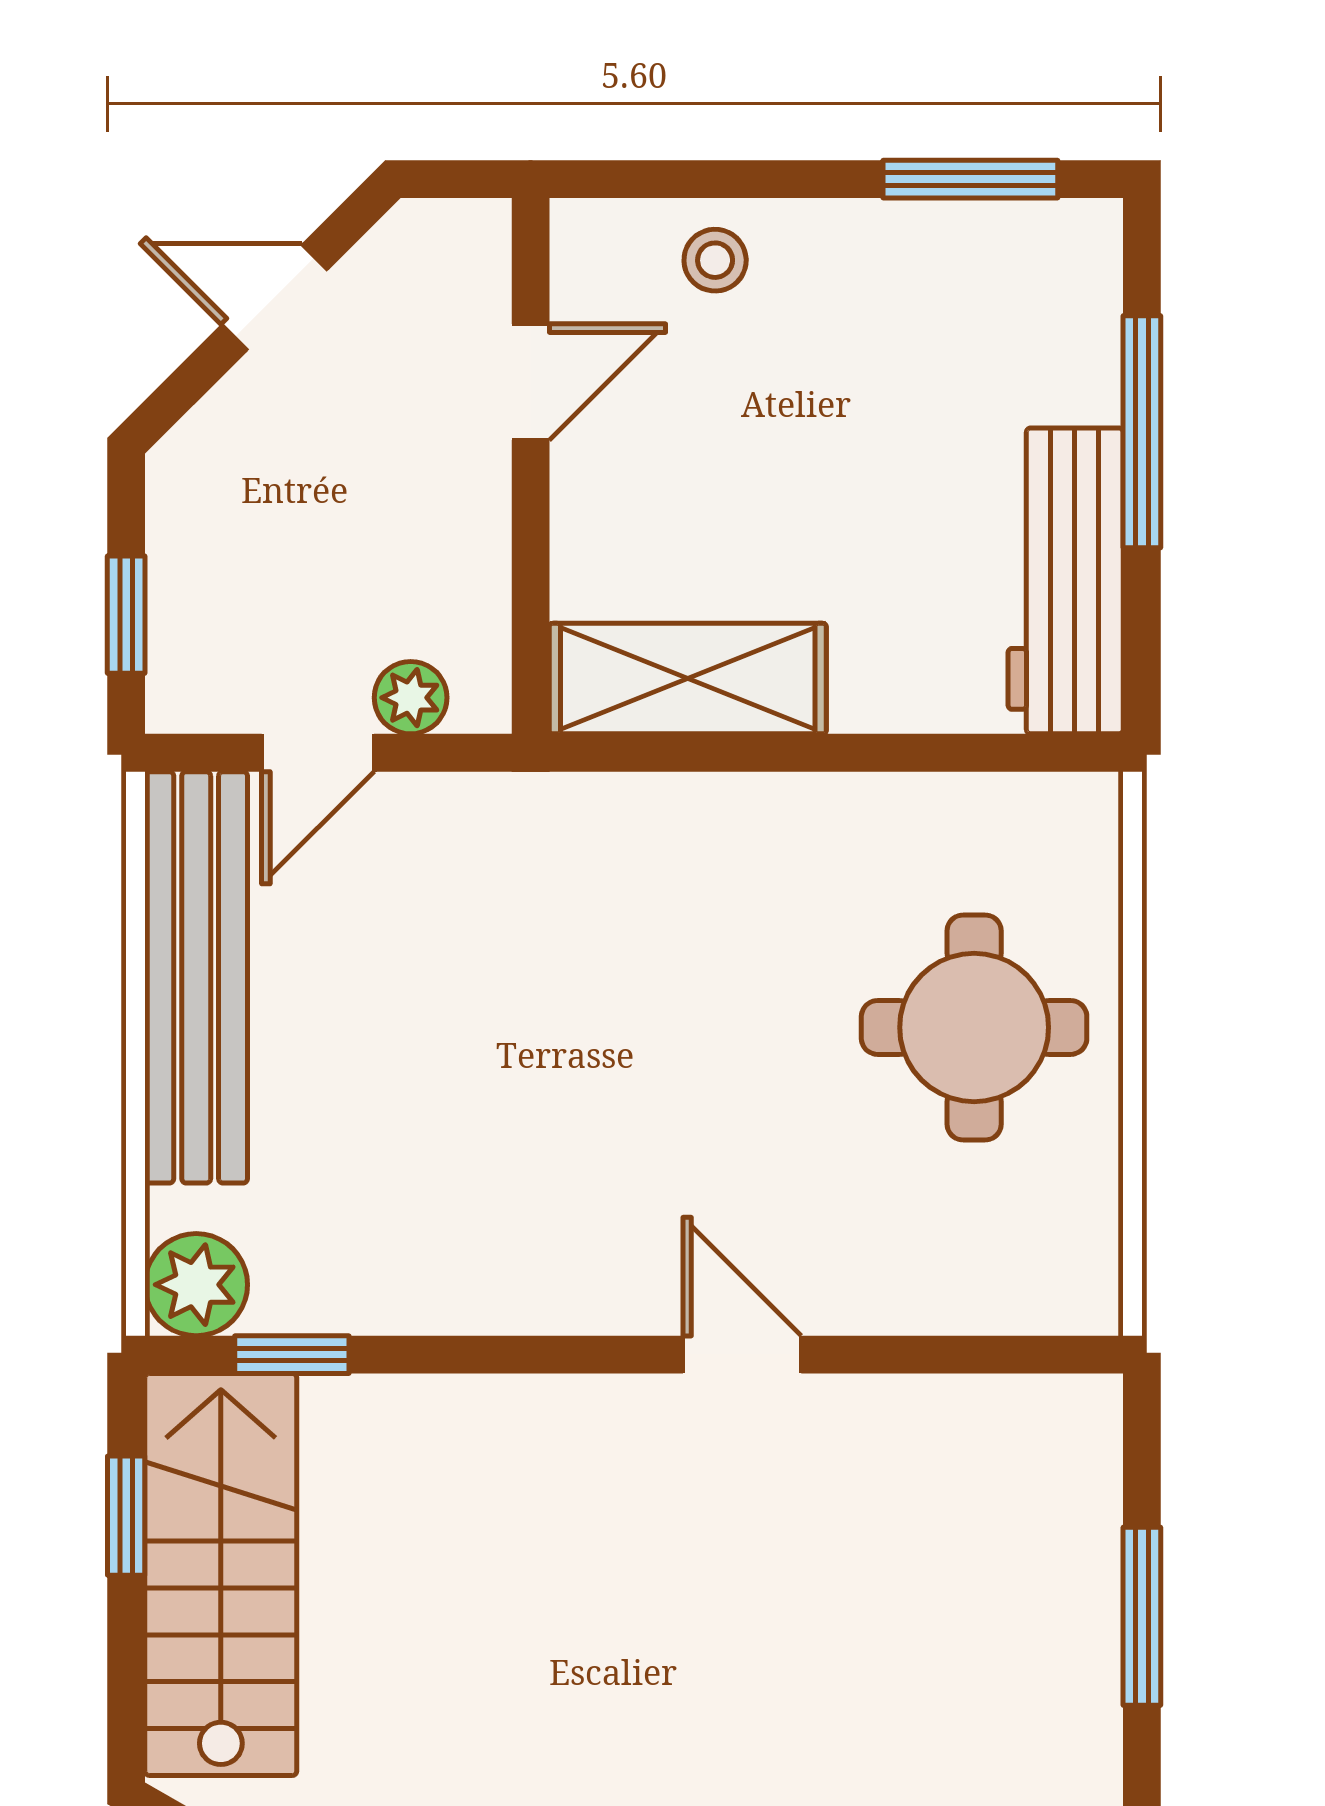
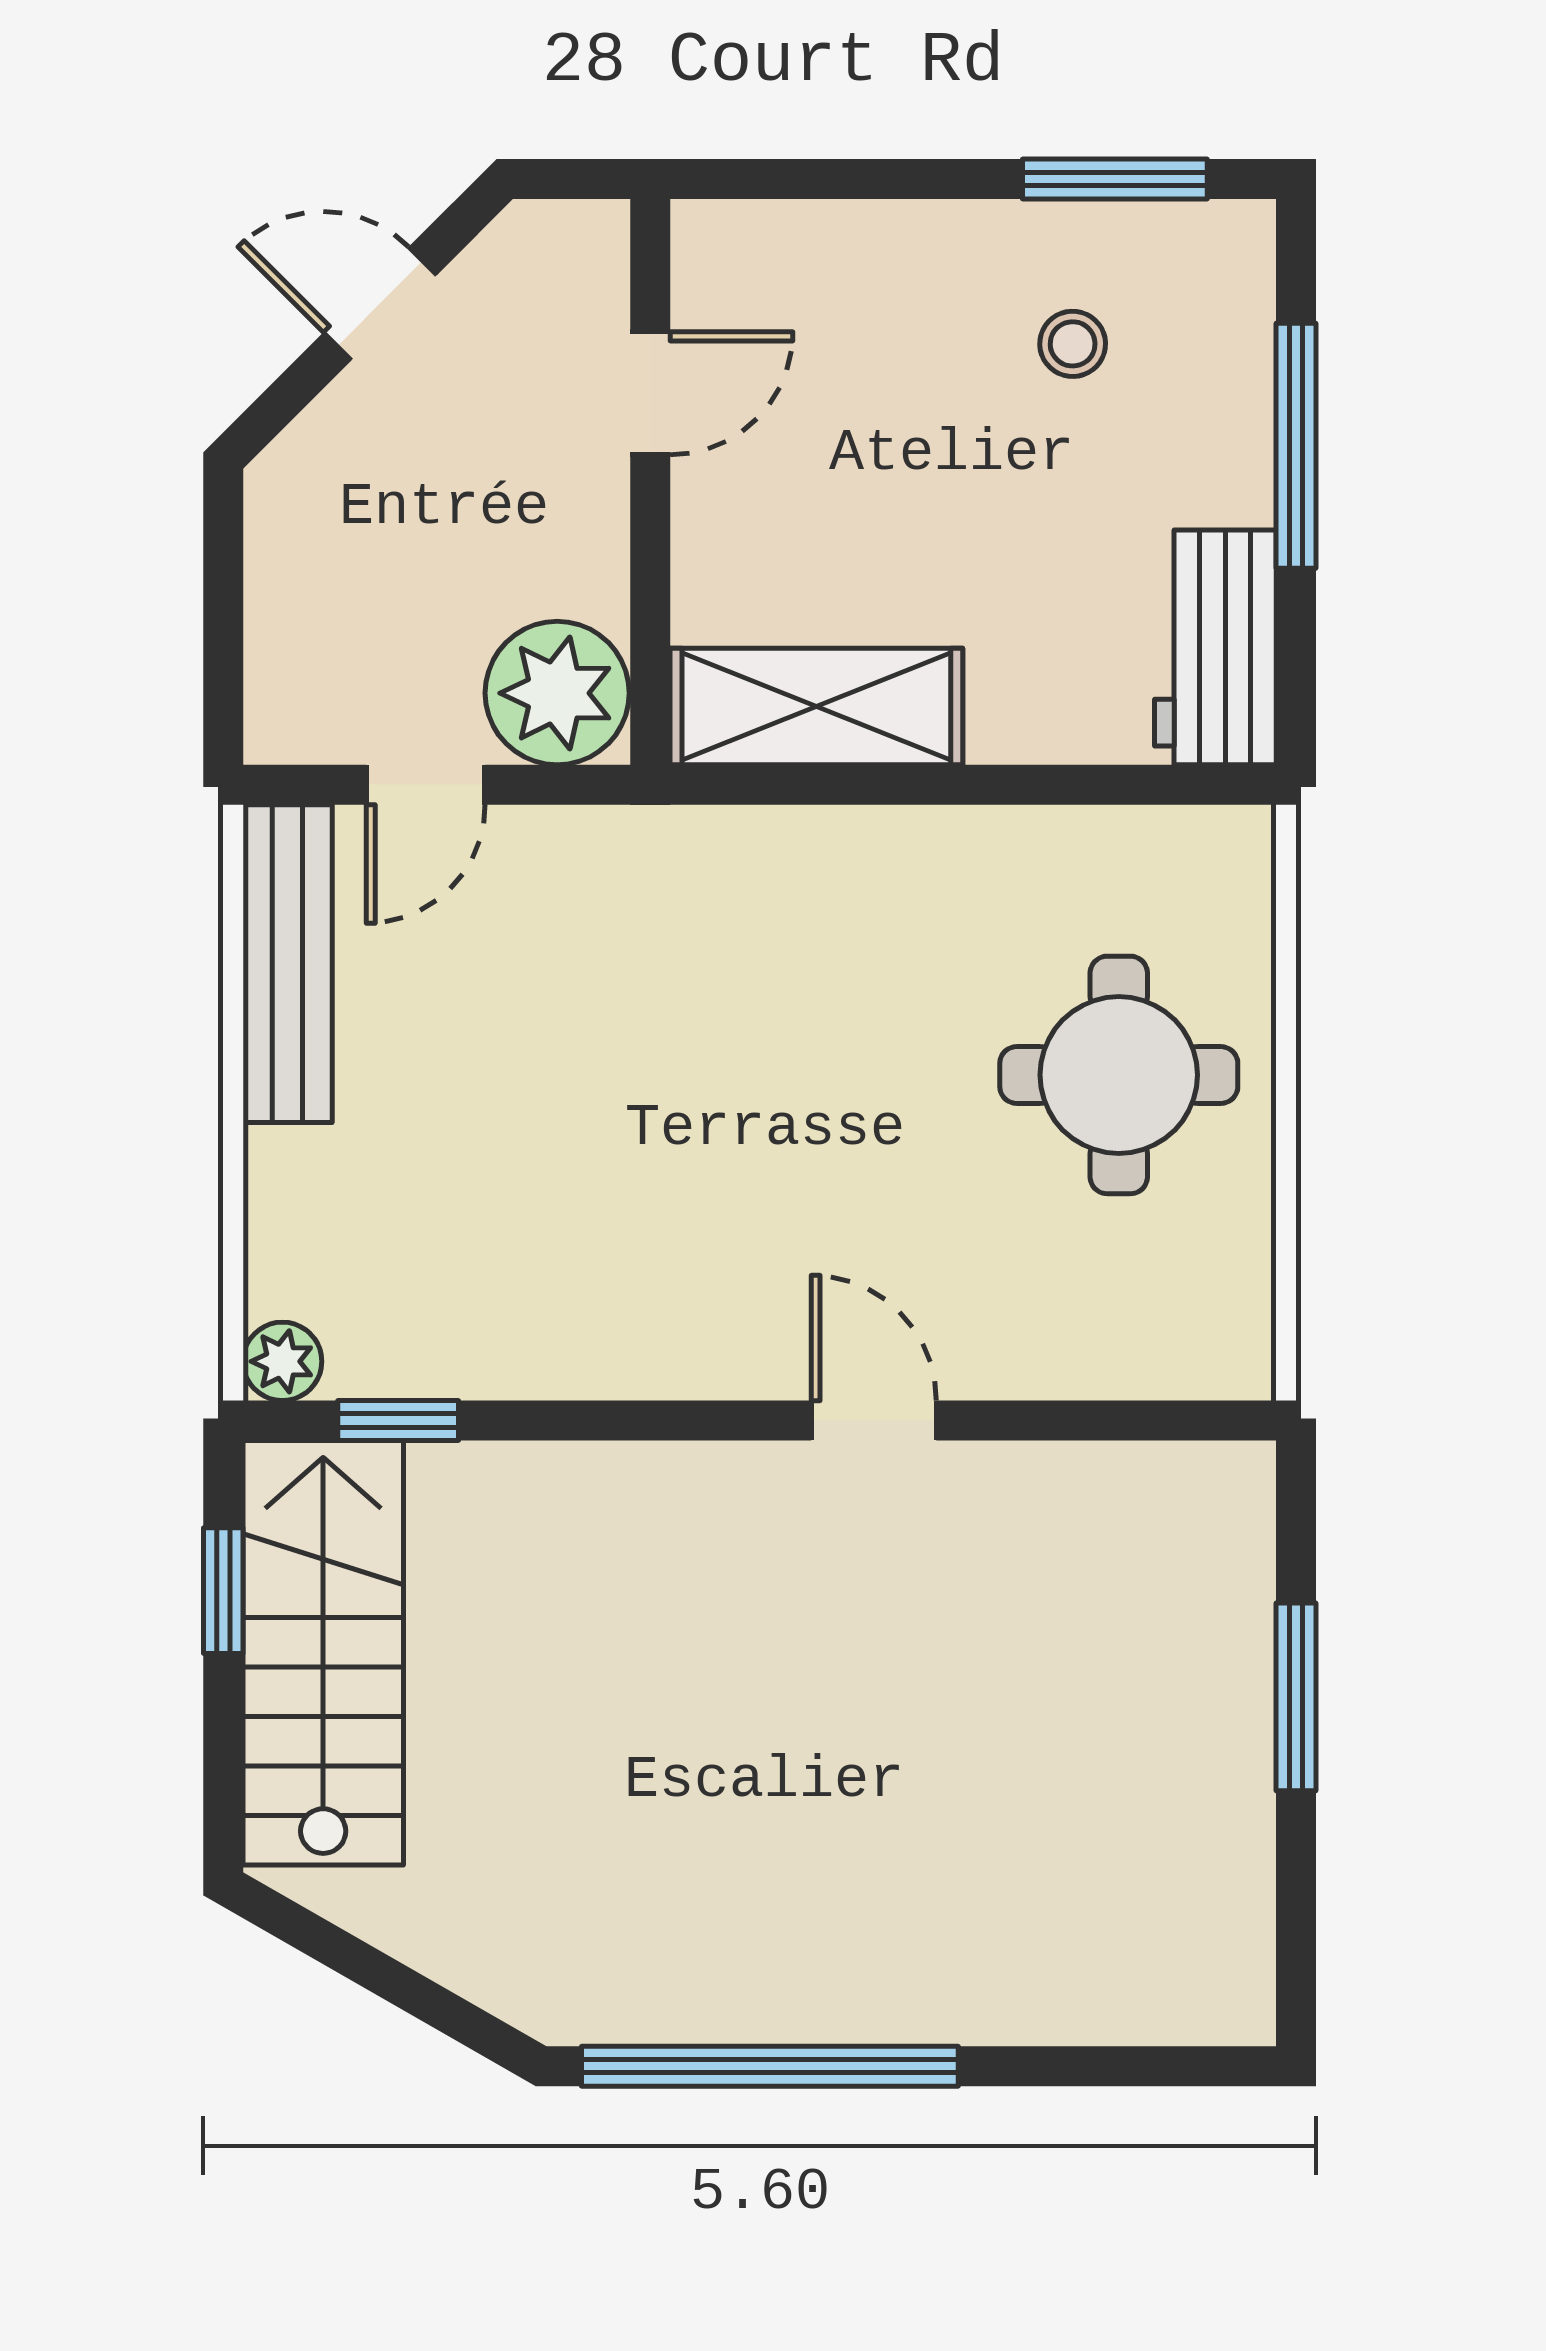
stool: (715, 260) -> (1073, 344), moved
workbench: (1066, 581) -> (1215, 647), width x0.73
window: (126, 615) -> (223, 639), removed
plant: (411, 698) -> (557, 693), width x1.88, depth x1.88
bench: (196, 977) -> (288, 964), width x0.73, depth x0.82
plant: (196, 1285) -> (282, 1361), width x0.73, depth x0.73

